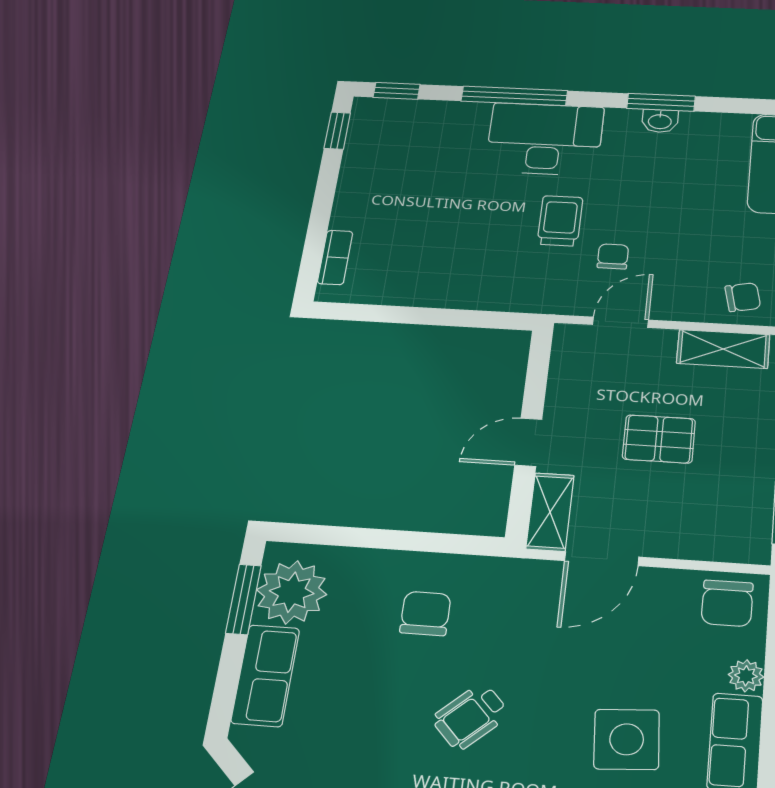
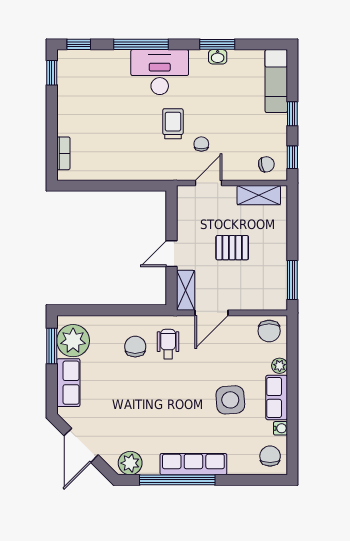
wheelchair: (471, 716) -> (168, 344), moved, turned 133

